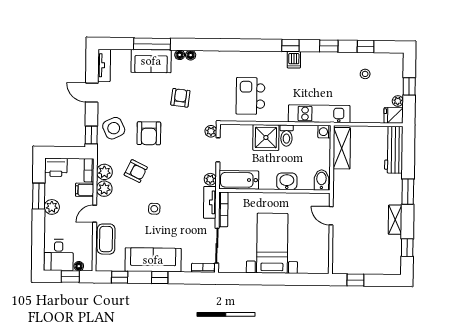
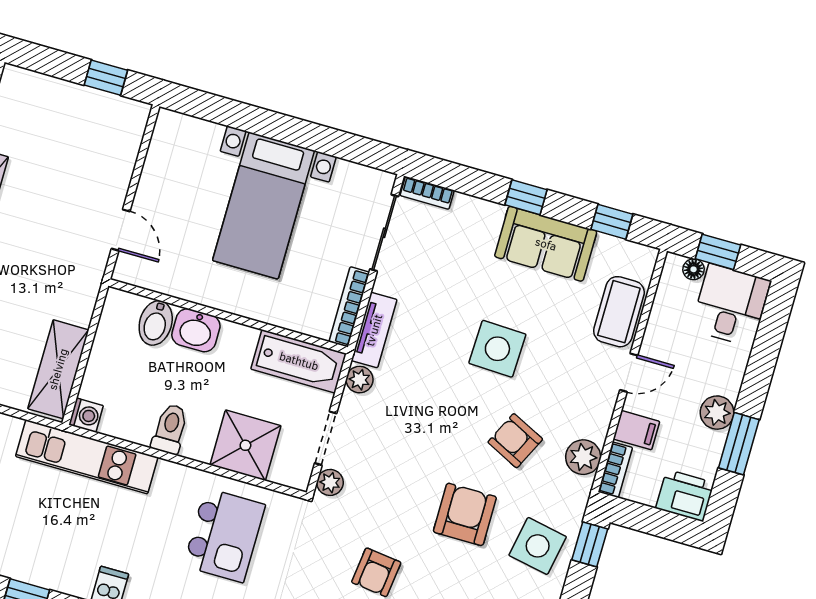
side table: (114, 128) -> (538, 546), turned 36
shower: (266, 138) -> (245, 445), moved
bidet: (321, 180) -> (156, 323), moved
plant: (104, 189) -> (593, 421), removed
side table: (154, 209) -> (497, 349), width x1.87, depth x1.87
sofa: (153, 260) -> (546, 244), width x0.73

